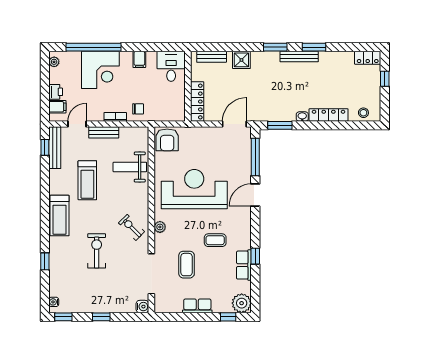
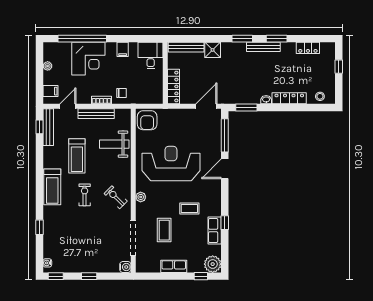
bench: (212, 57) -> (186, 47), width x1.36
locker: (368, 58) -> (308, 48), moved
plant: (54, 62) -> (48, 66), moved
printer: (56, 92) -> (49, 78), removed
bench: (104, 132) -> (96, 114), width x1.36
exercise bike: (97, 251) -> (85, 195), moved, width x0.73, depth x0.72

